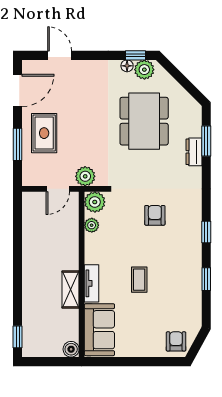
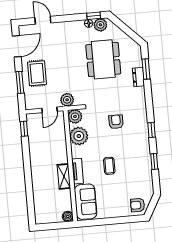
plant: (92, 225) -> (79, 136), width x1.87, depth x1.87
window: (18, 337) -> (24, 129), moved
armchair: (176, 341) -> (138, 205), turned -90

